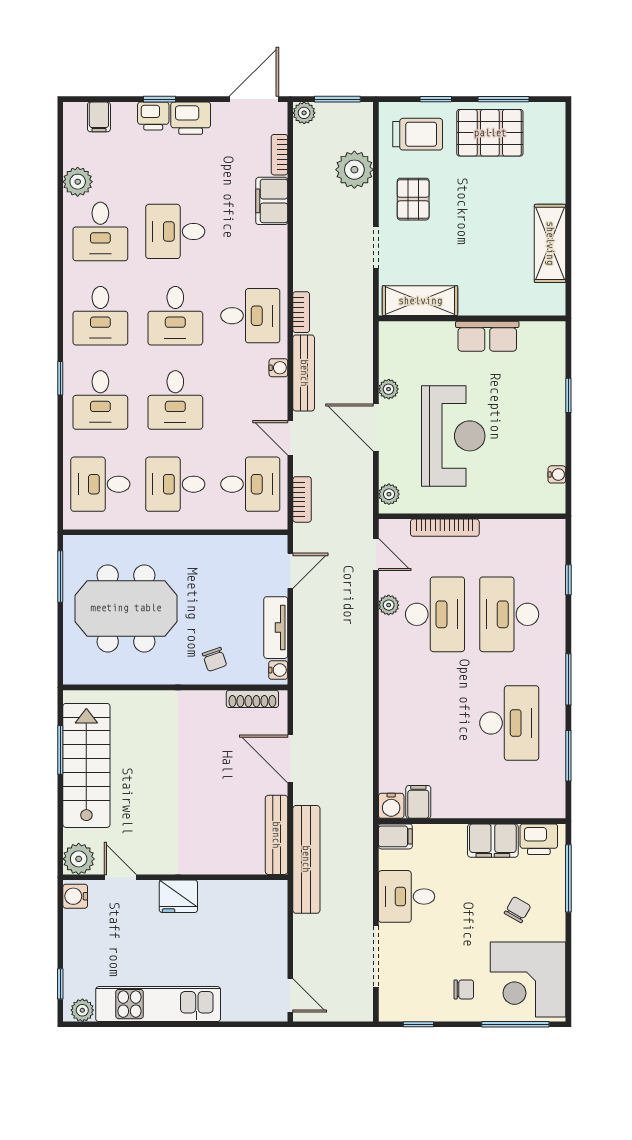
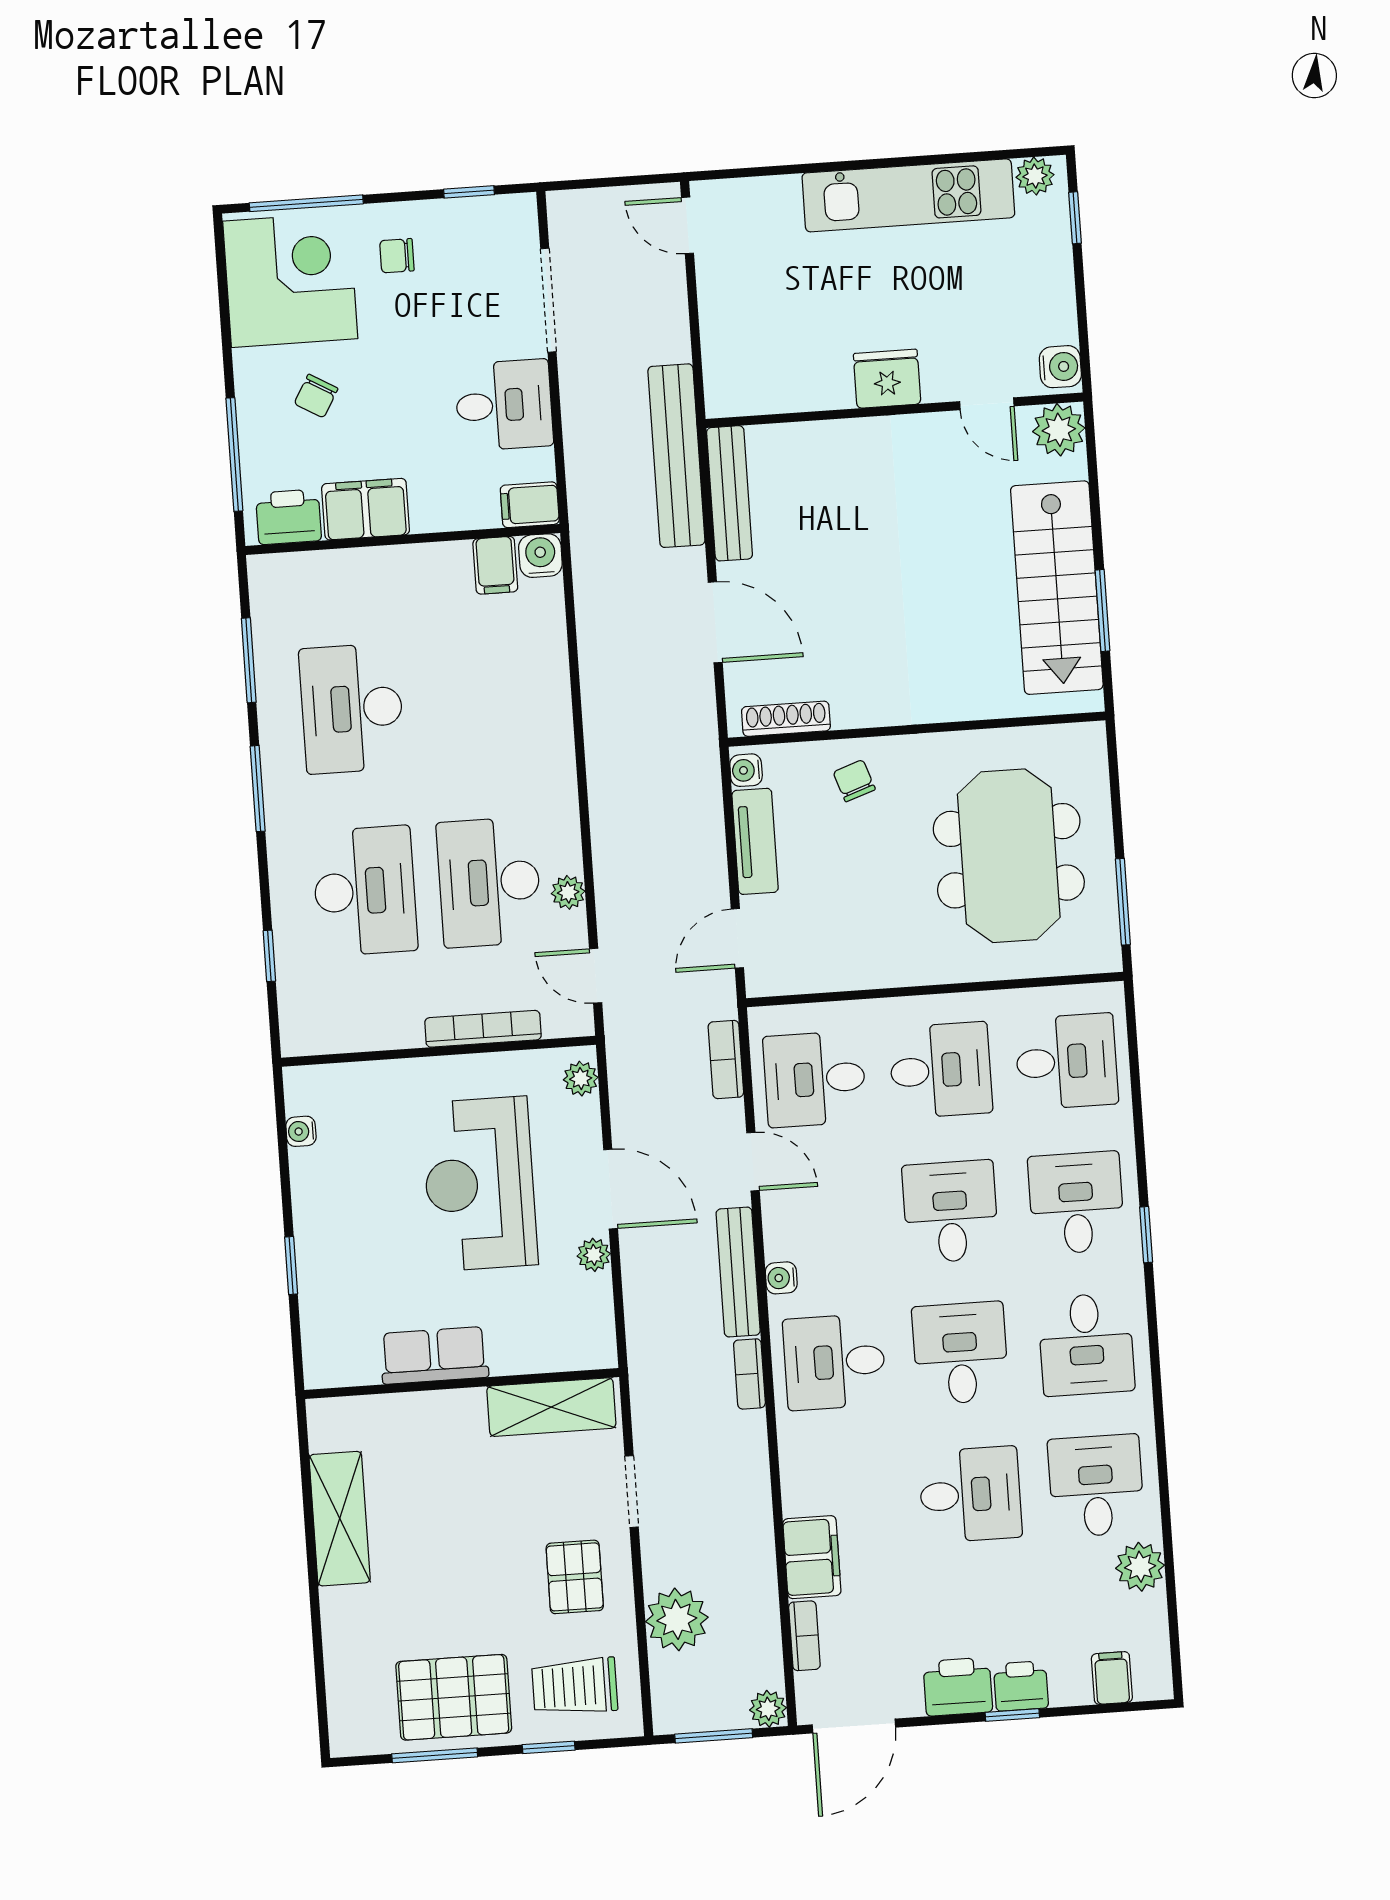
desk: (100, 316) -> (1086, 1344), turned 180
meeting table: (126, 608) -> (1009, 856), turned 90

